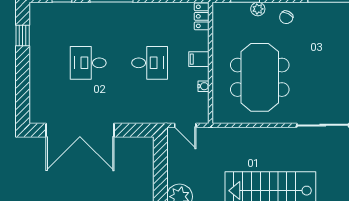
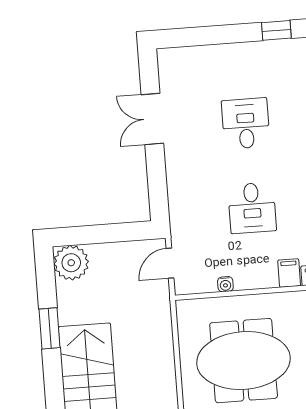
filing cabinet: (199, 59) -> (289, 273), moved
double door: (80, 130) -> (152, 119), width x0.54

